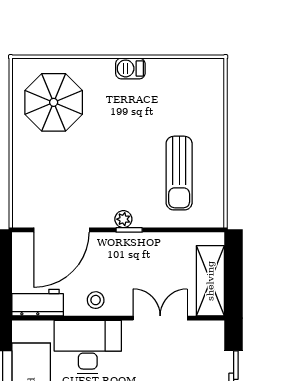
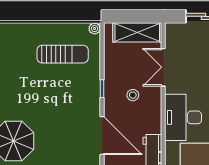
plant: (123, 219) -> (95, 29), moved
stool: (96, 300) -> (133, 95), moved

